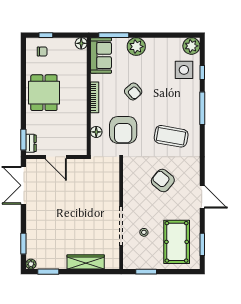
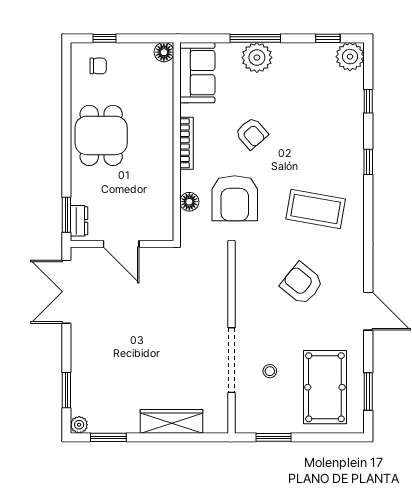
window: (114, 35) -> (255, 38), moved
window: (178, 35) -> (328, 38), added
side table: (184, 70) -> (337, 97), removed
window: (202, 108) -> (368, 162), width x0.46

